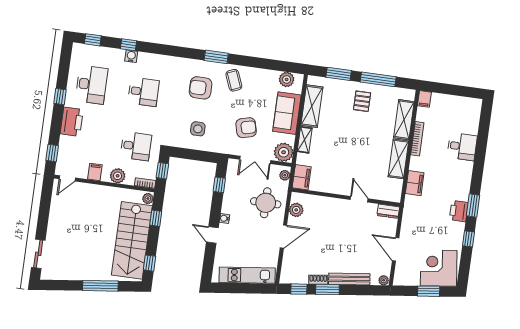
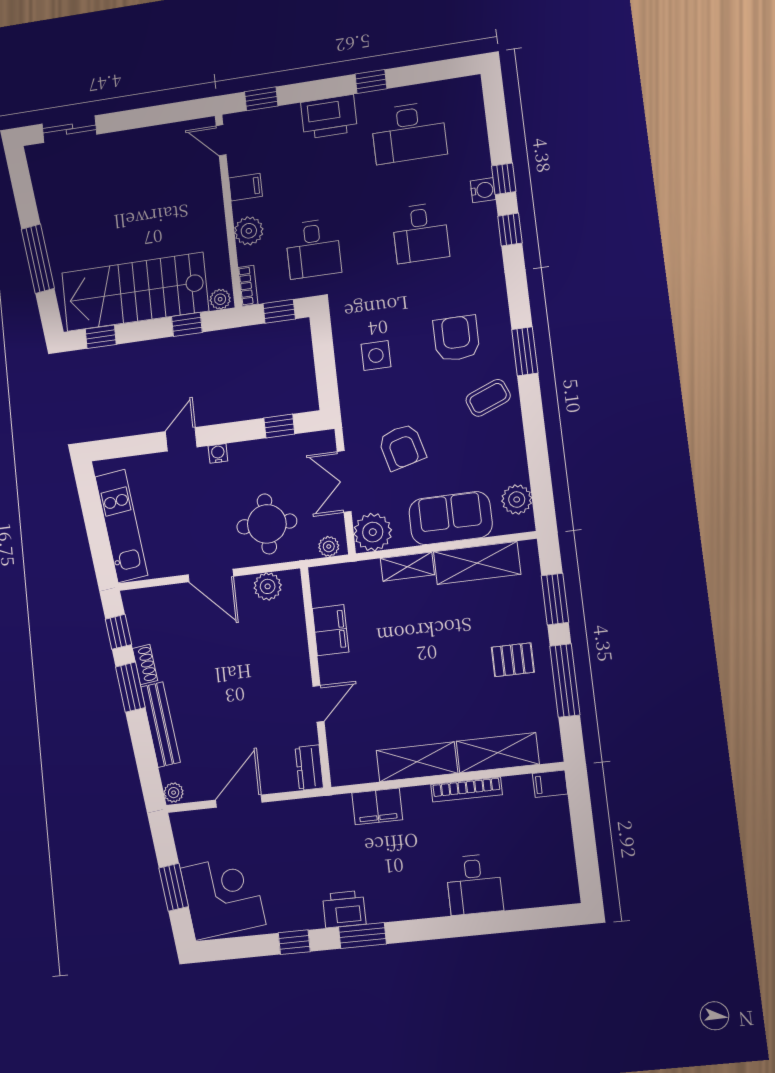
window: (93, 40) -> (510, 230), moved
filing cabinet: (302, 177) -> (331, 630), moved, turned -90

